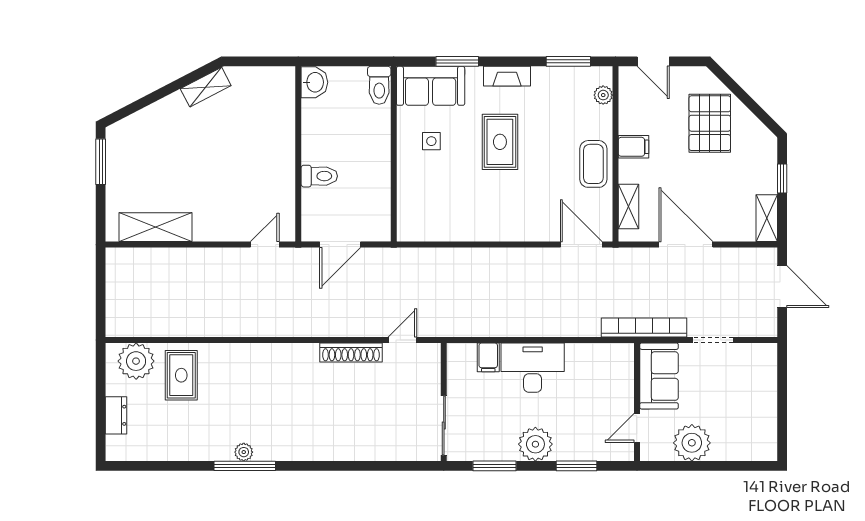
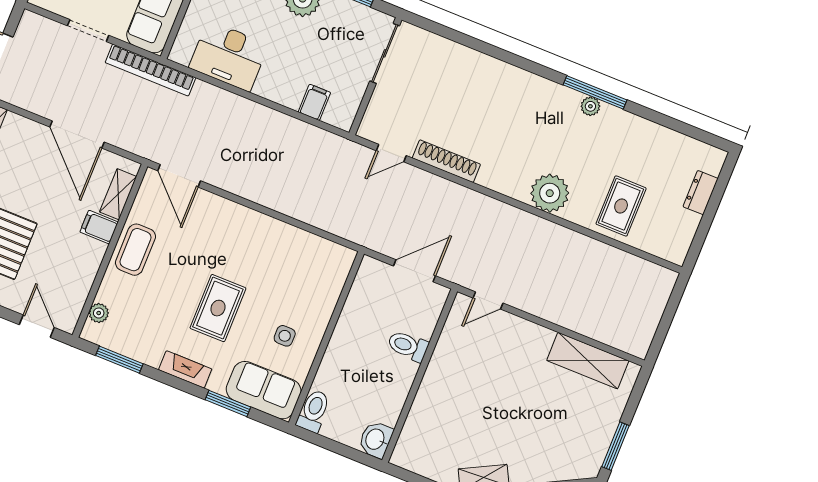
filing cabinet: (634, 147) -> (99, 227), moved
plant: (136, 361) -> (550, 193), moved
desk: (533, 368) -> (229, 56), moved

